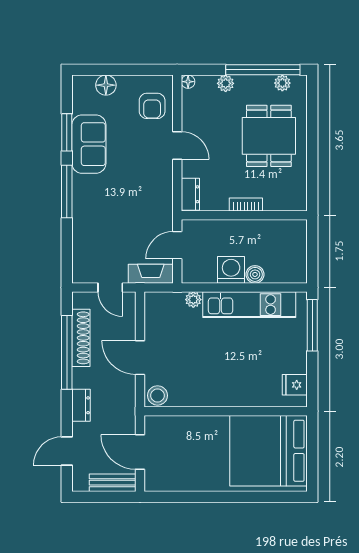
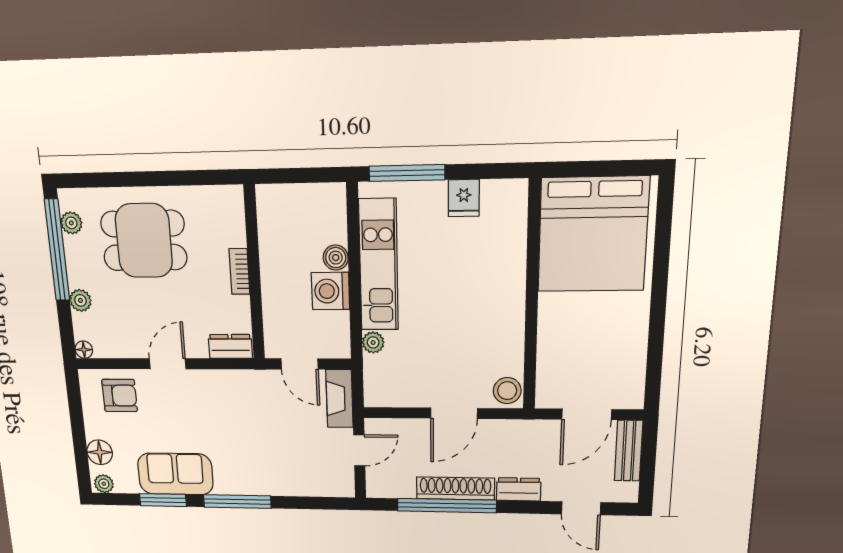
plant: (80, 86) -> (104, 484), added
shoe rack: (81, 338) -> (455, 488), moved
fridge: (295, 385) -> (464, 198), moved

